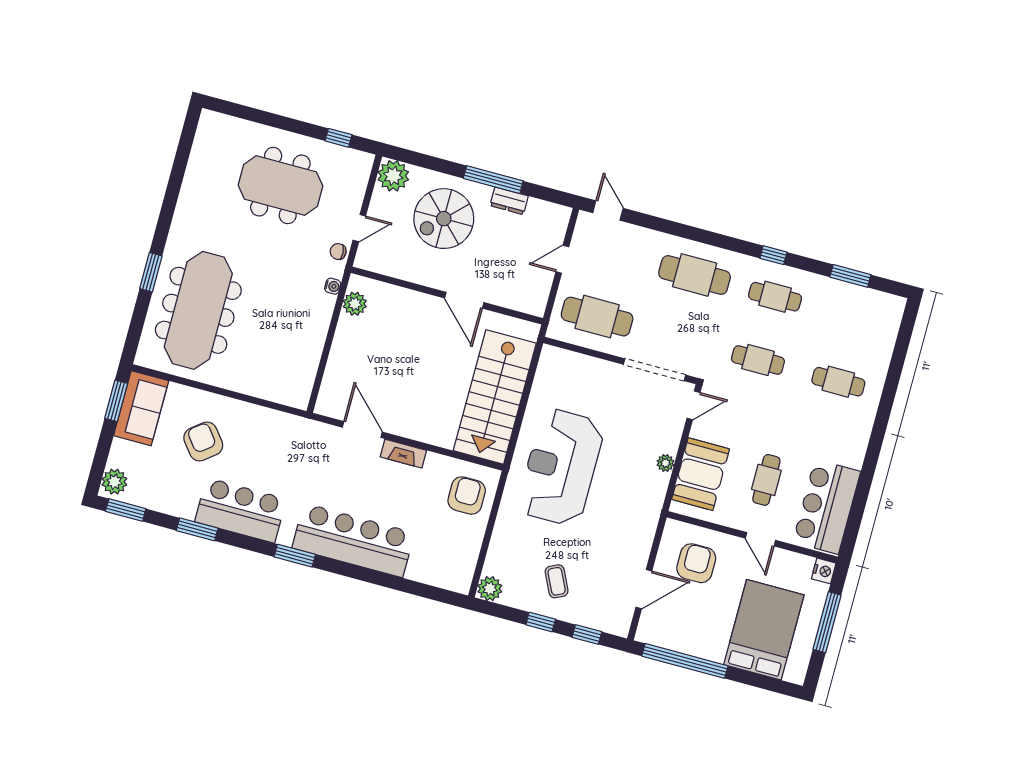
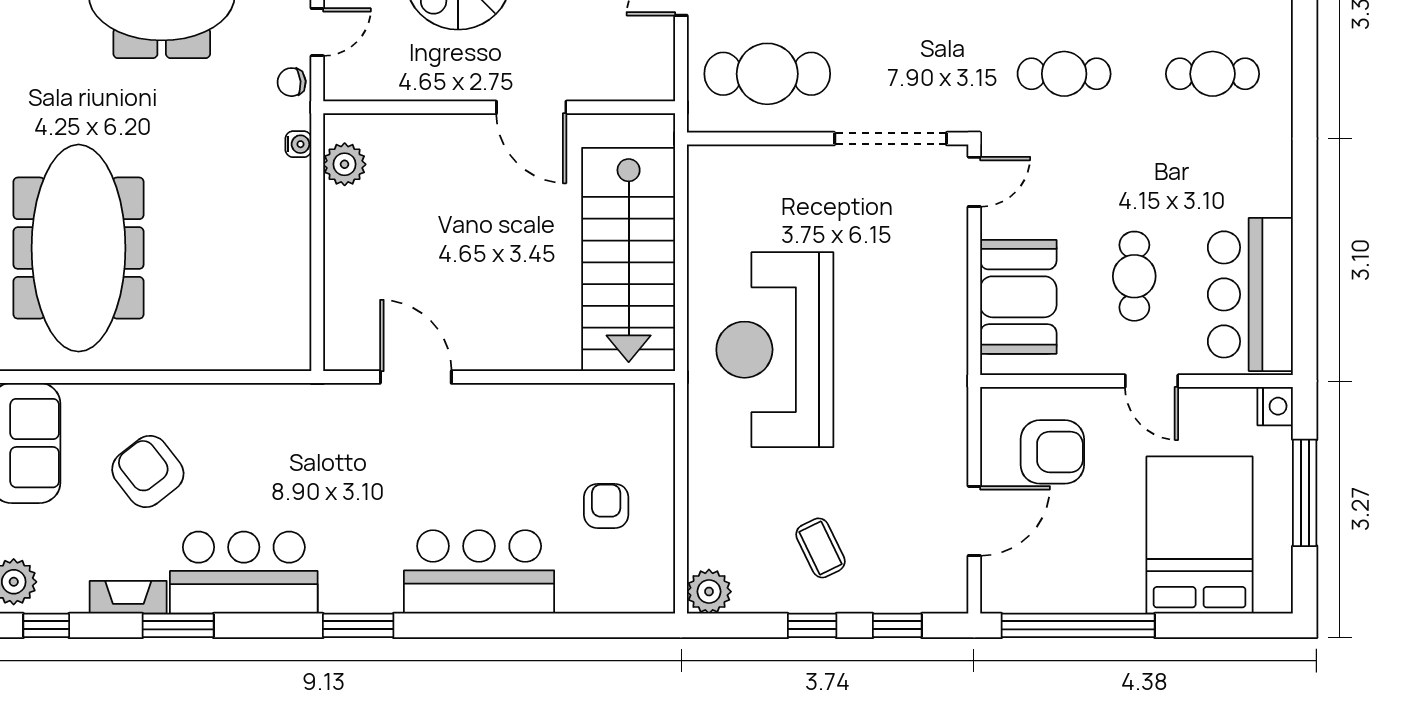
fireplace: (403, 454) -> (128, 597), moved, turned 180
plant: (665, 463) -> (953, 294), removed
armchair: (467, 496) -> (606, 506), moved, width x0.72, depth x0.72
window: (126, 510) -> (46, 625), width x0.67
bar counter: (353, 540) -> (479, 572), width x0.73
armchair: (696, 563) -> (1052, 452), turned 90

